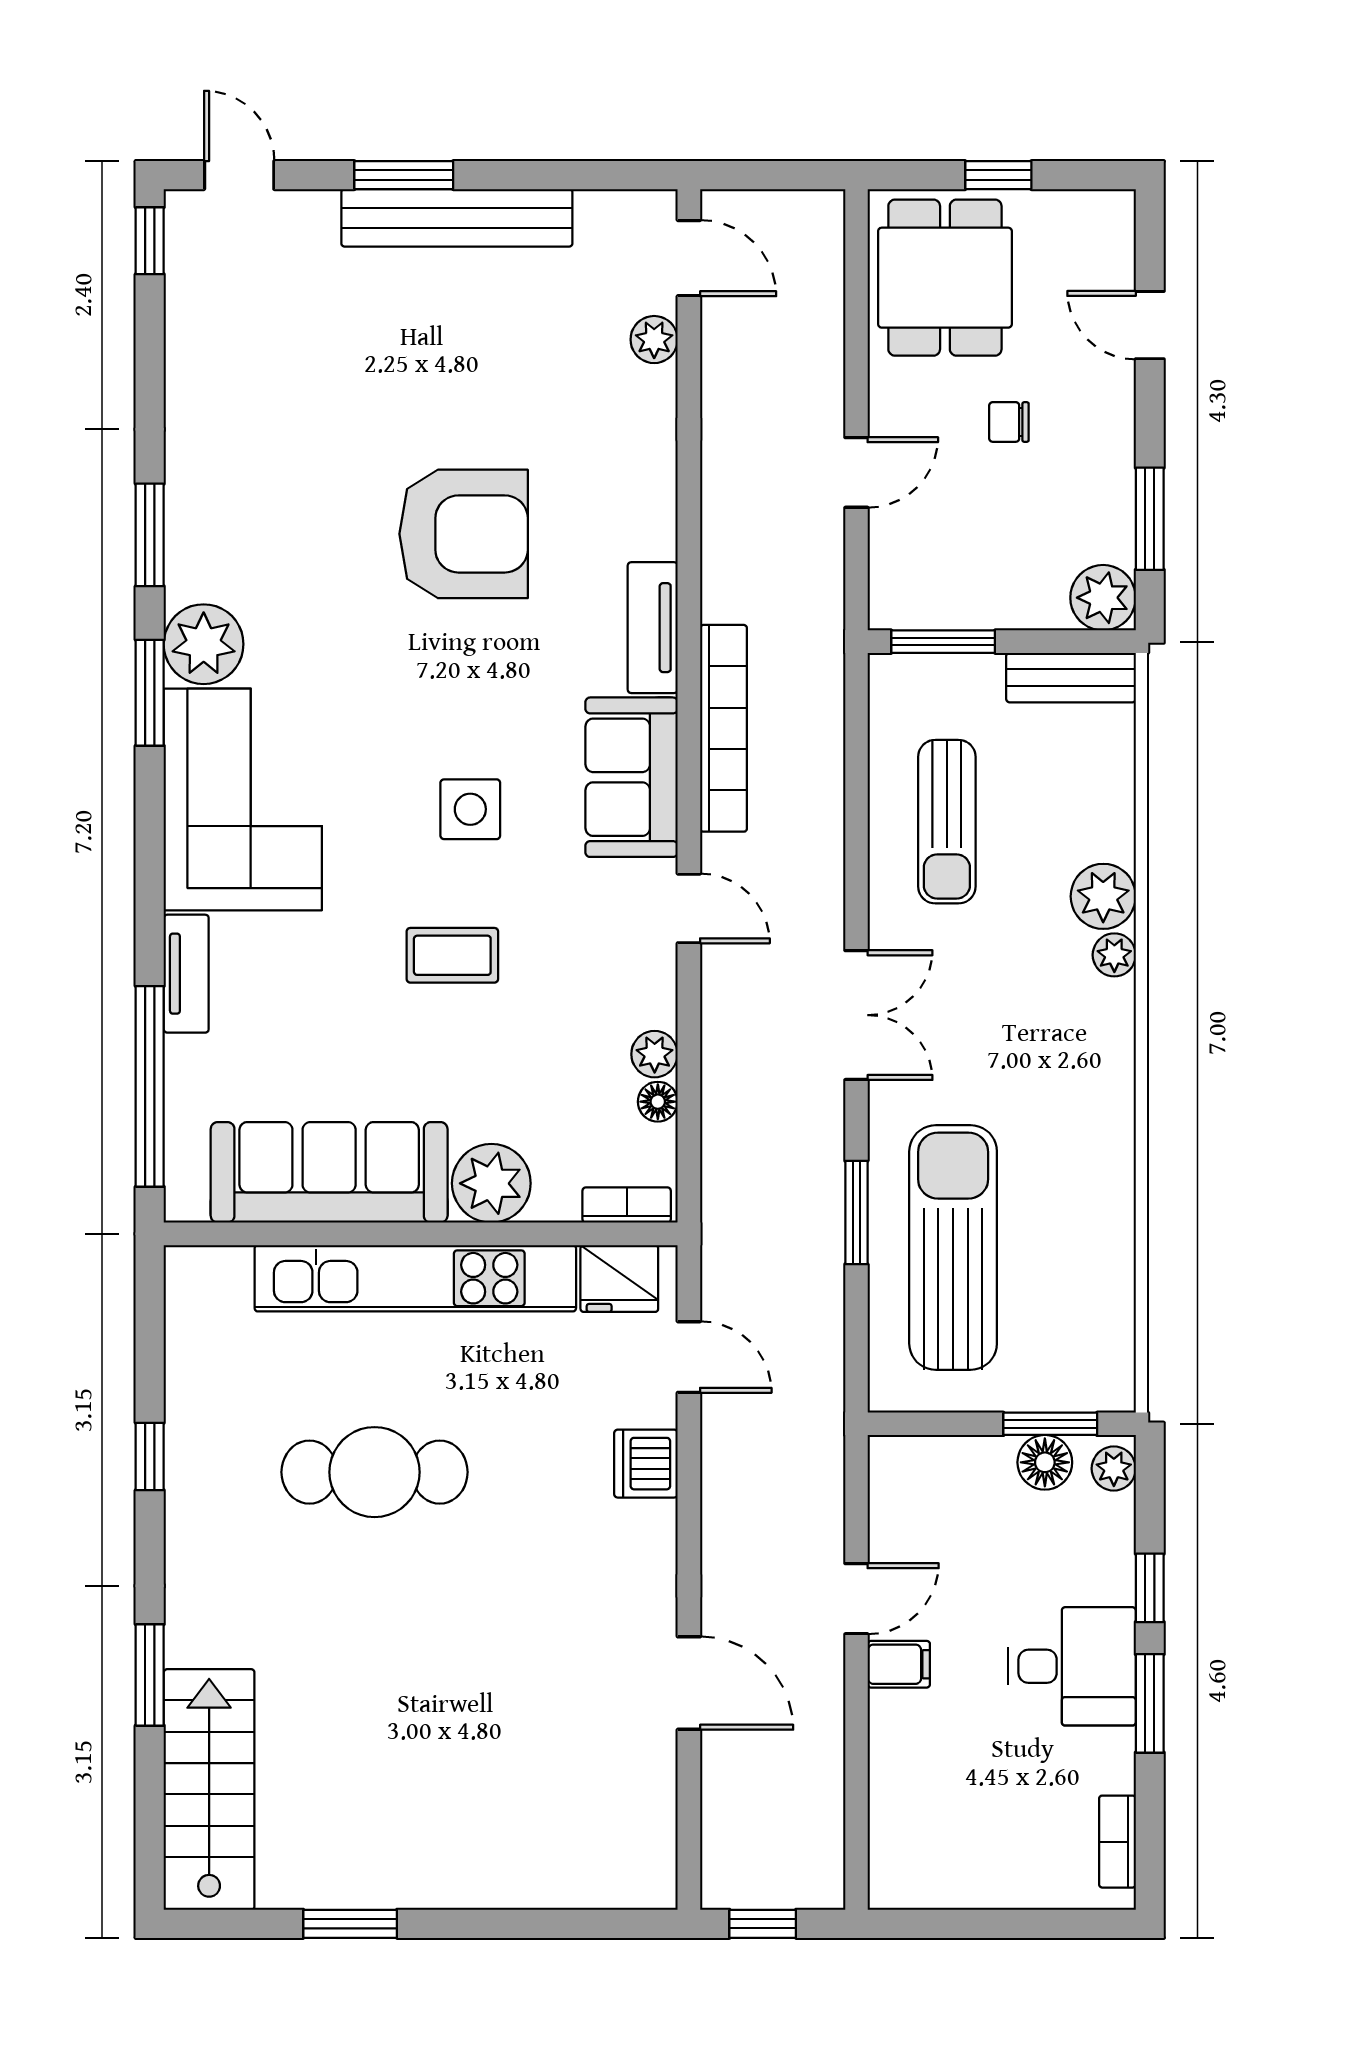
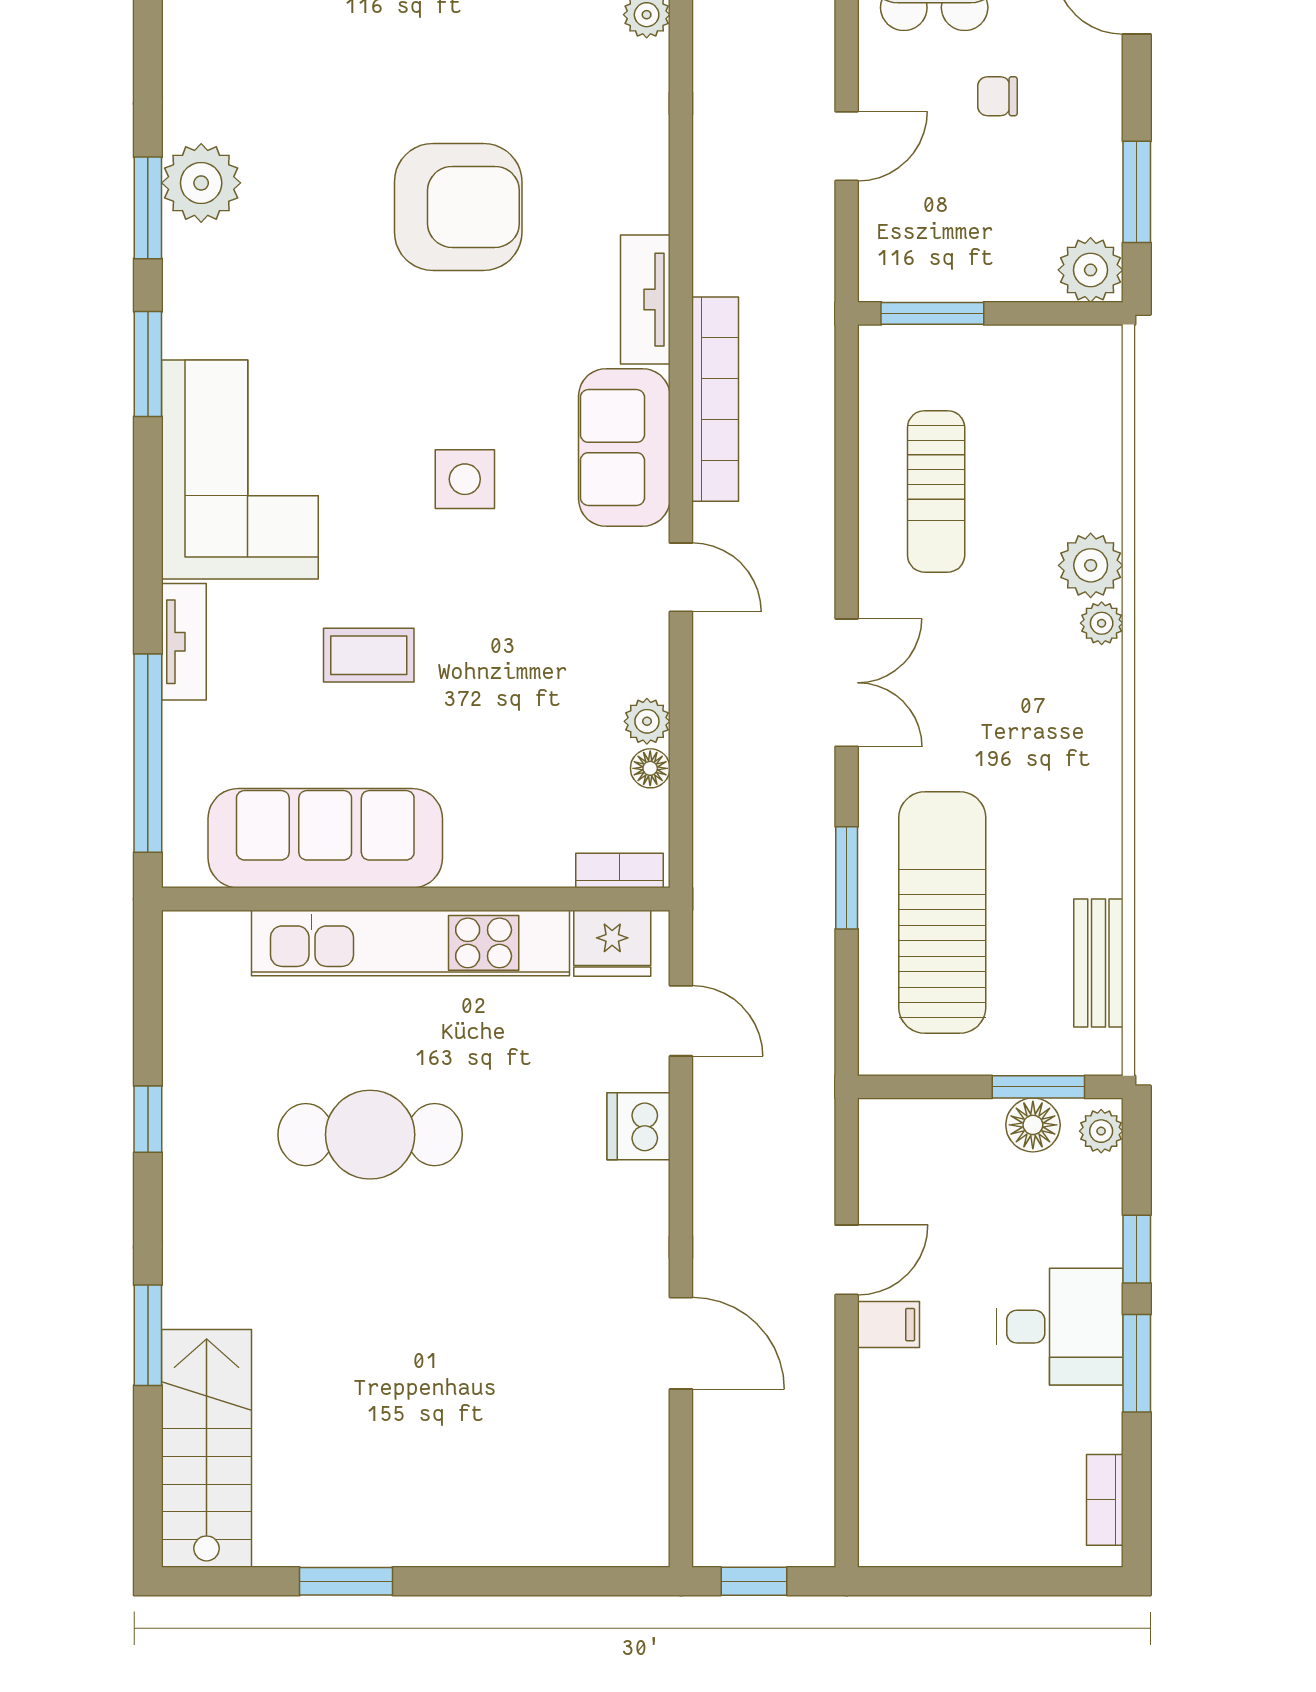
plant: (204, 644) -> (201, 183), moved
bench: (1071, 678) -> (1098, 963), moved, turned 90
coffee table: (452, 955) -> (369, 655), moved
plant: (491, 1183) -> (486, 849), removed

